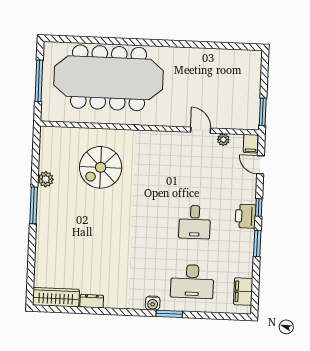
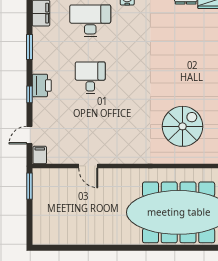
plant: (223, 140) -> (66, 158), removed
door: (261, 165) -> (29, 135), swing flipped
window: (257, 243) -> (29, 47), moved

